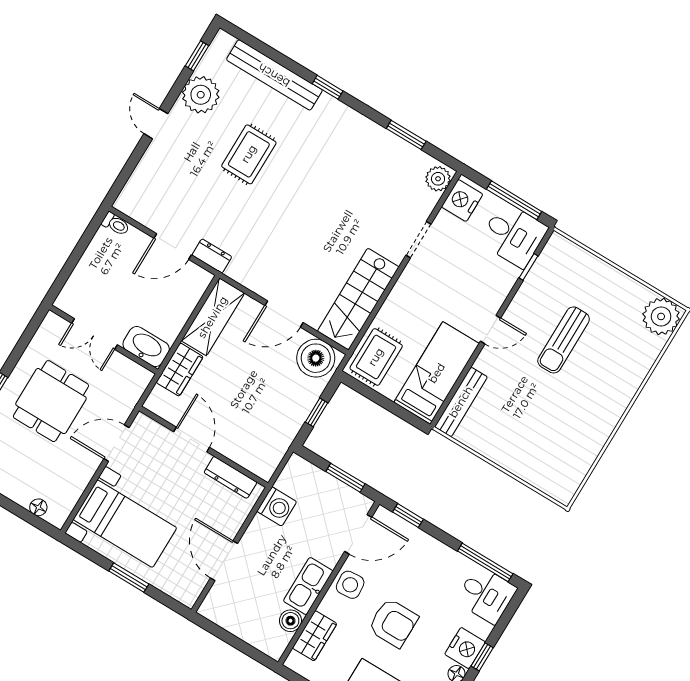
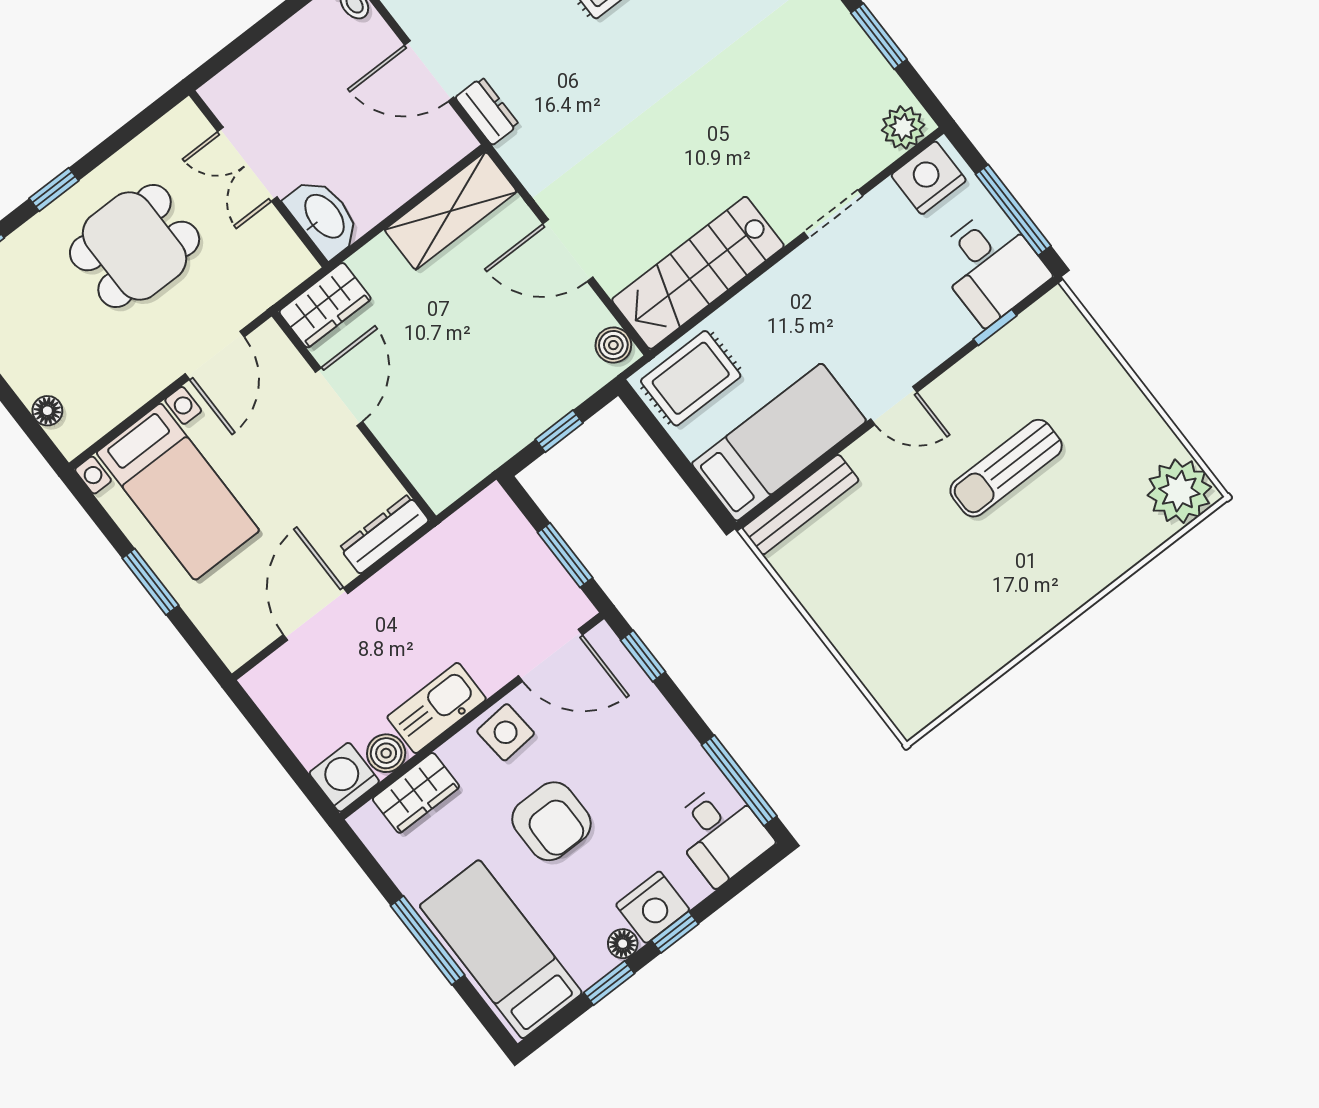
boiler: (316, 358) -> (613, 345), width x0.54, depth x0.54
wardrobe: (180, 370) -> (325, 305), moved
door: (116, 443) -> (215, 355), swing flipped
dresser: (230, 477) -> (384, 534), moved, turned 90
washing machine: (277, 506) -> (344, 777), moved, turned 180

